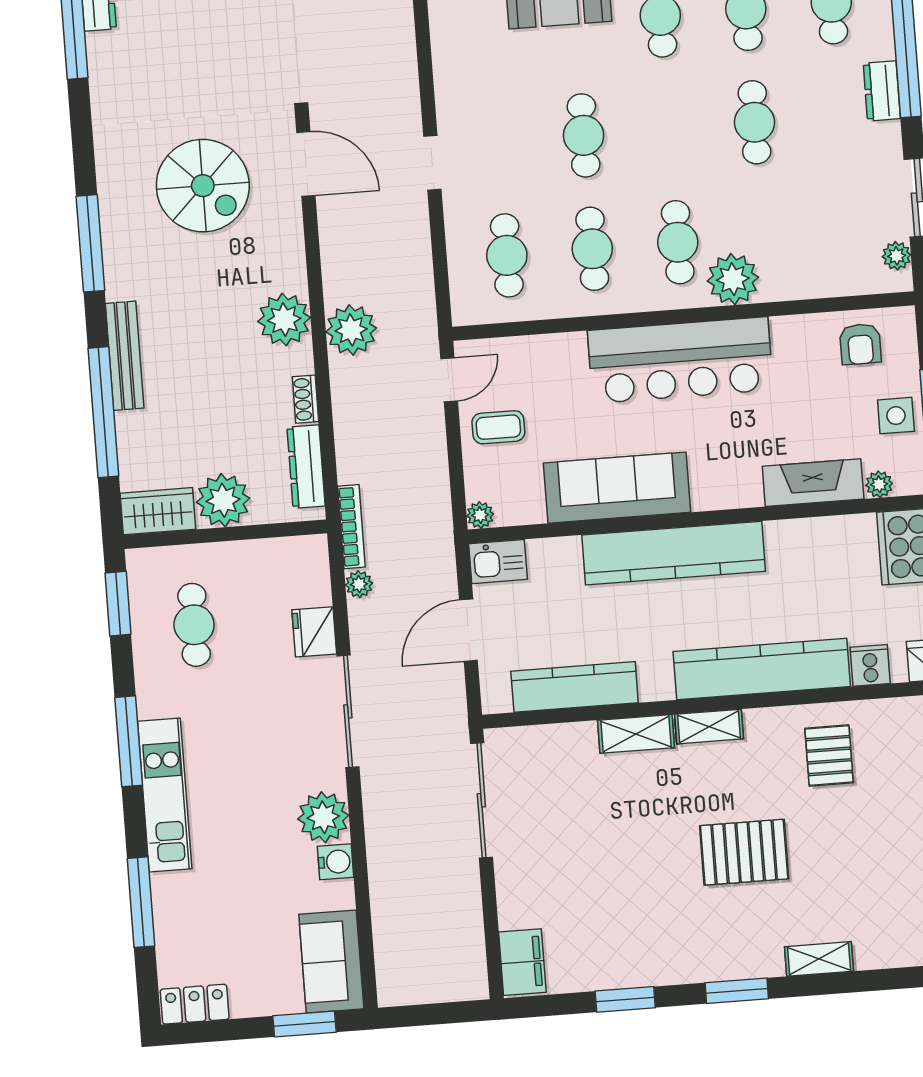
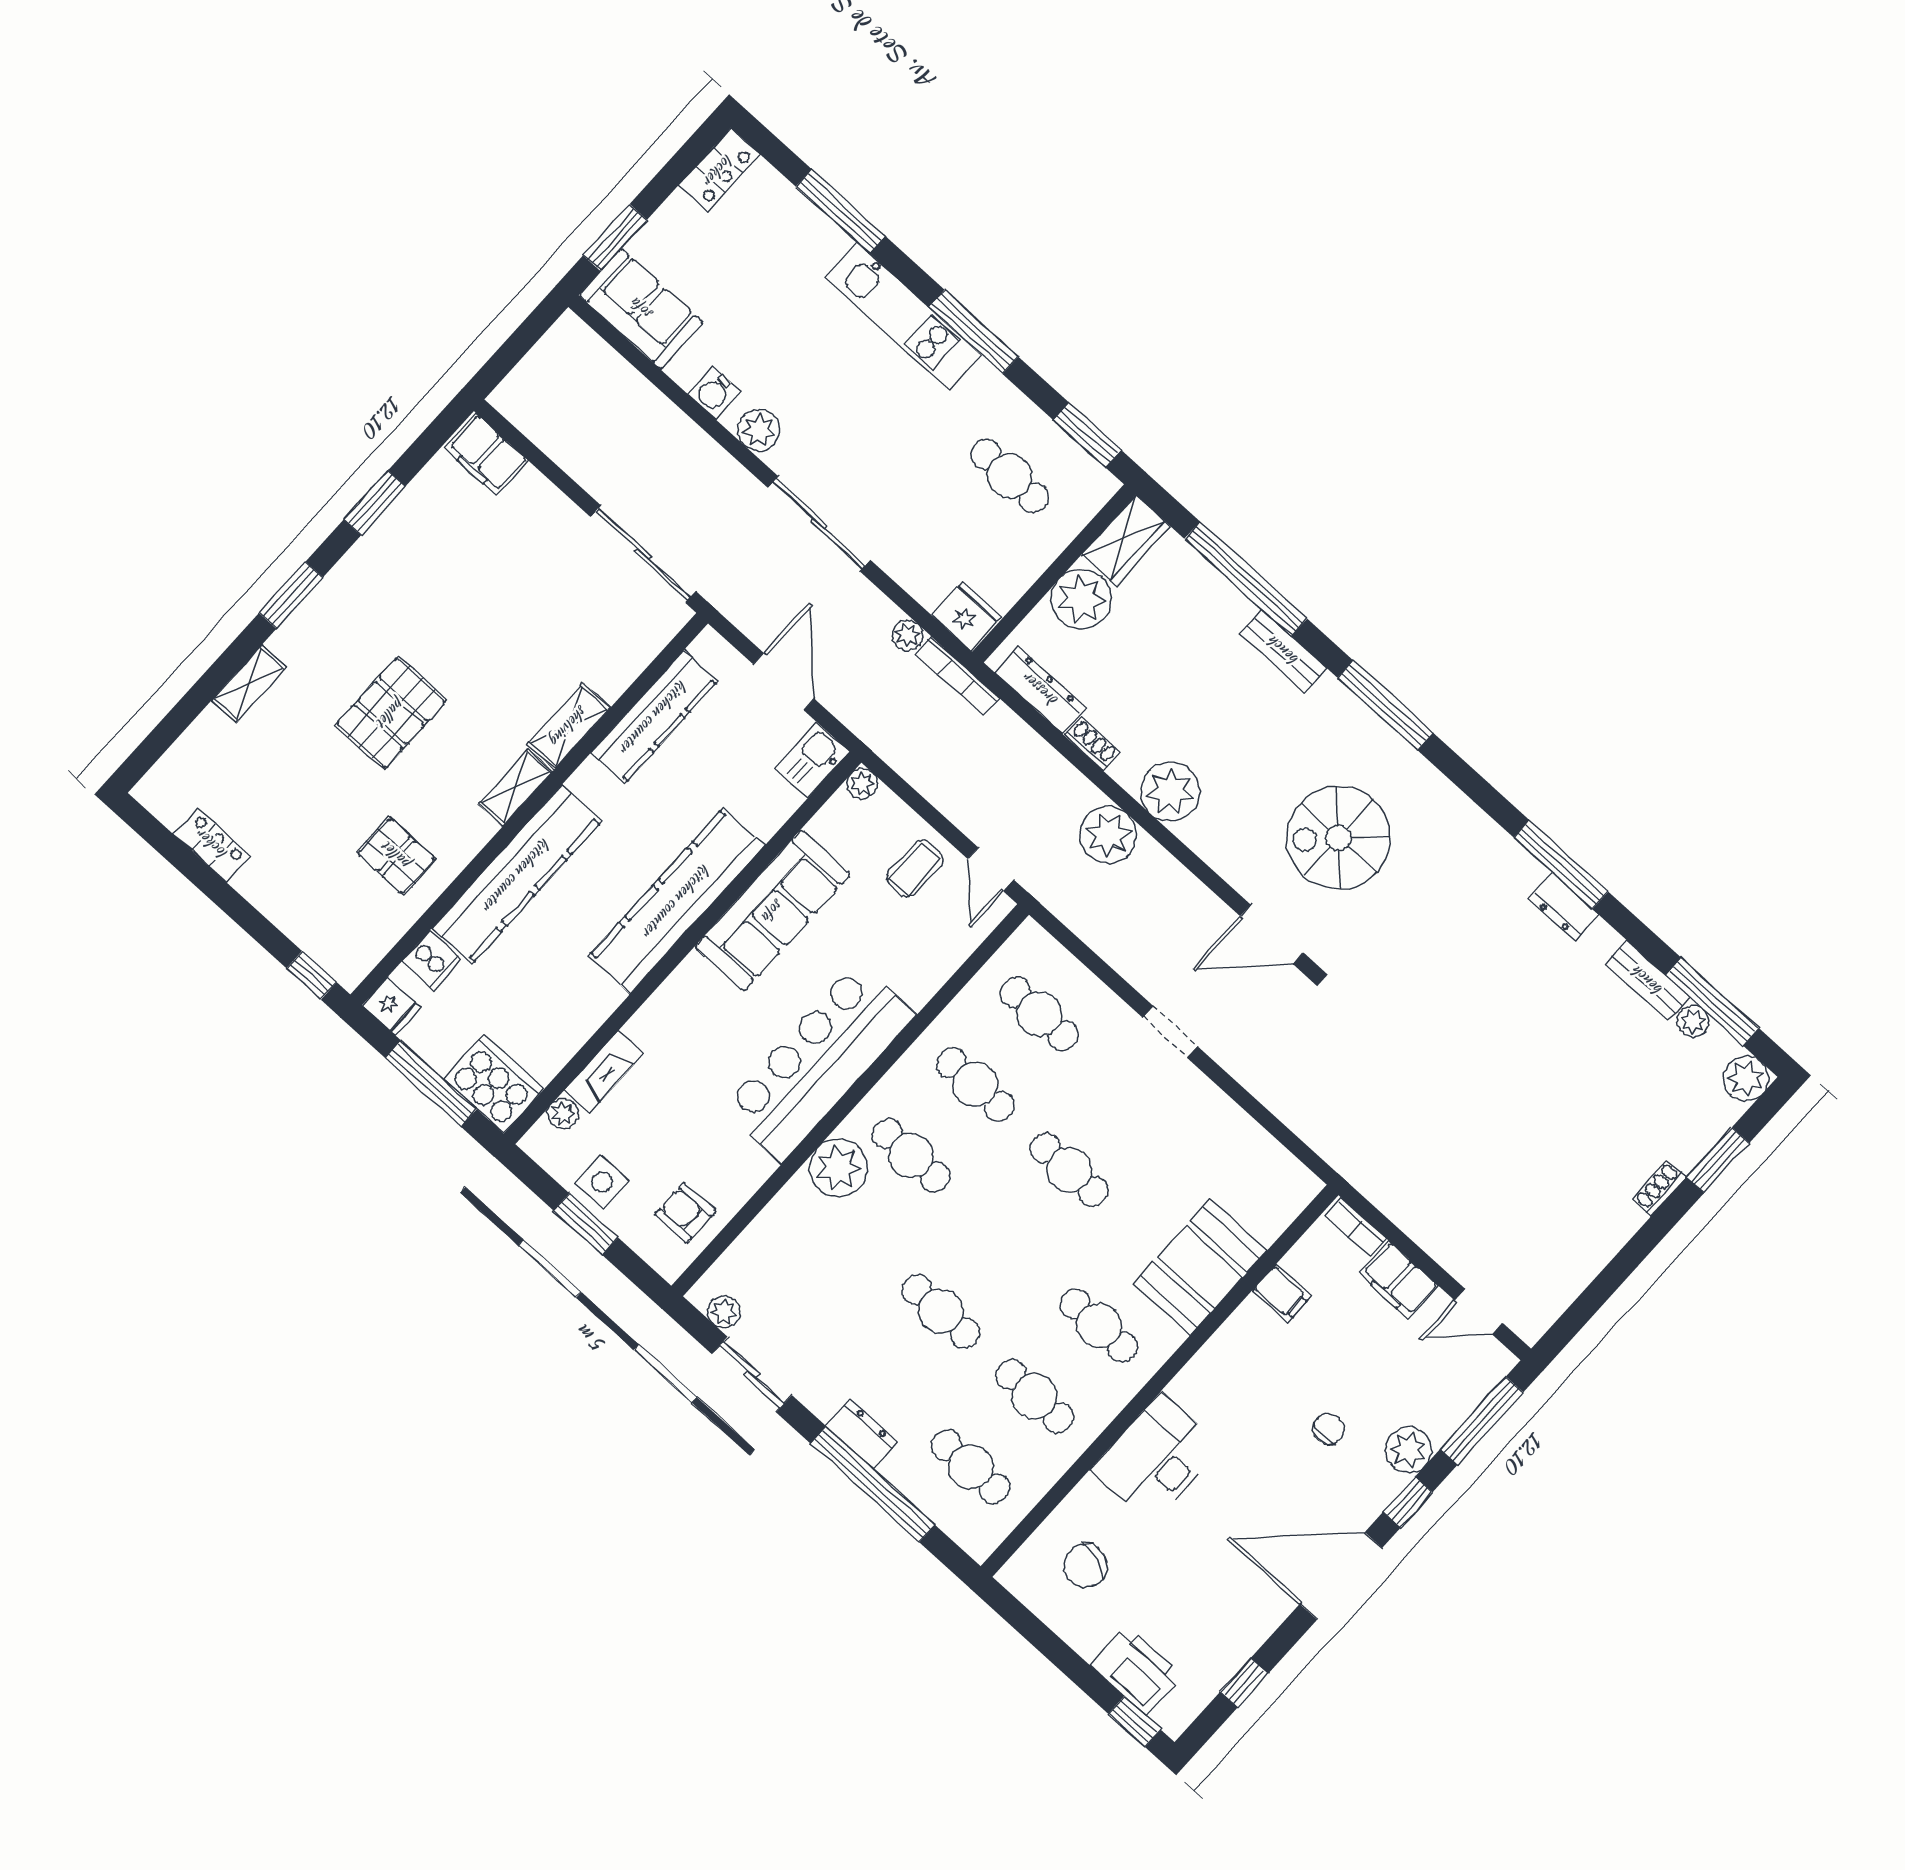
bench: (125, 356) -> (1283, 651), width x0.73
fireplace: (813, 483) -> (604, 1072), width x0.73, depth x0.76
fridge: (314, 632) -> (966, 616), moved
plant: (323, 817) -> (759, 430), width x0.73, depth x0.73

